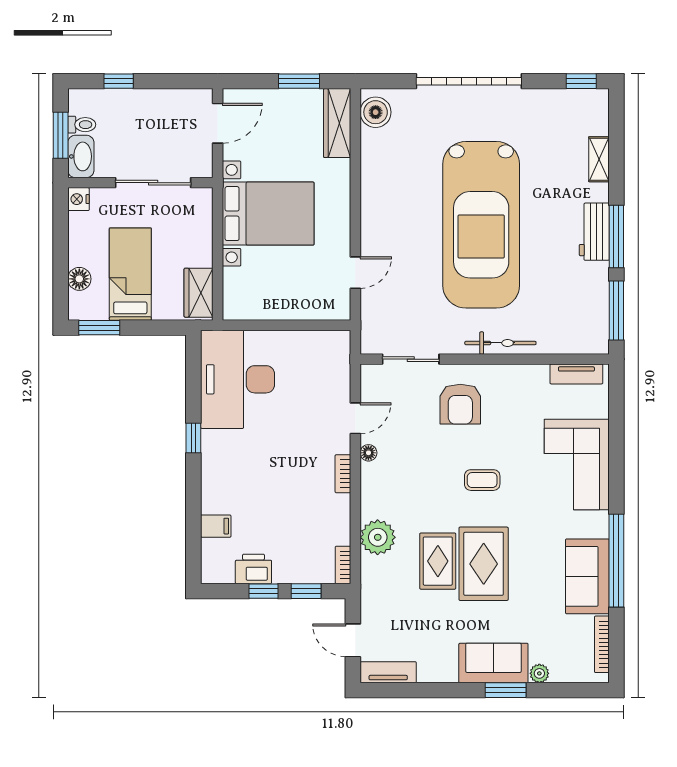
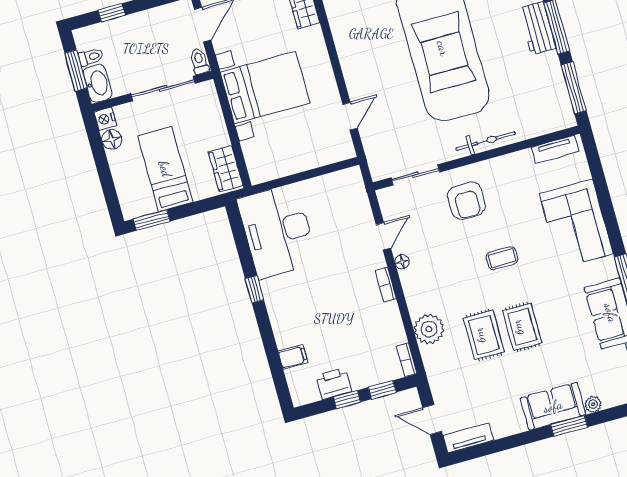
toilet: (203, 163) -> (199, 61), added
floor lamp: (79, 279) -> (112, 139), moved
rug: (484, 564) -> (522, 327), width x0.73, depth x0.70

